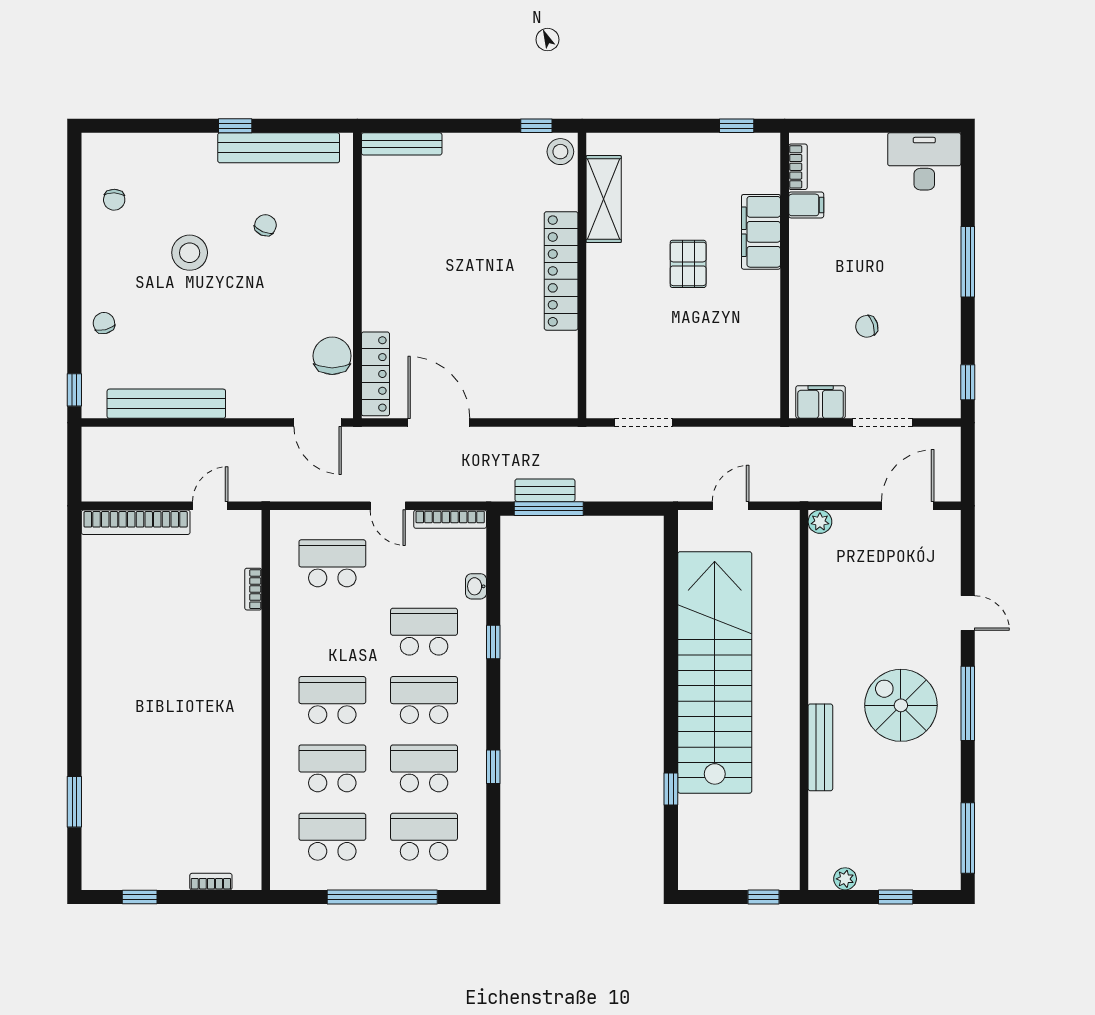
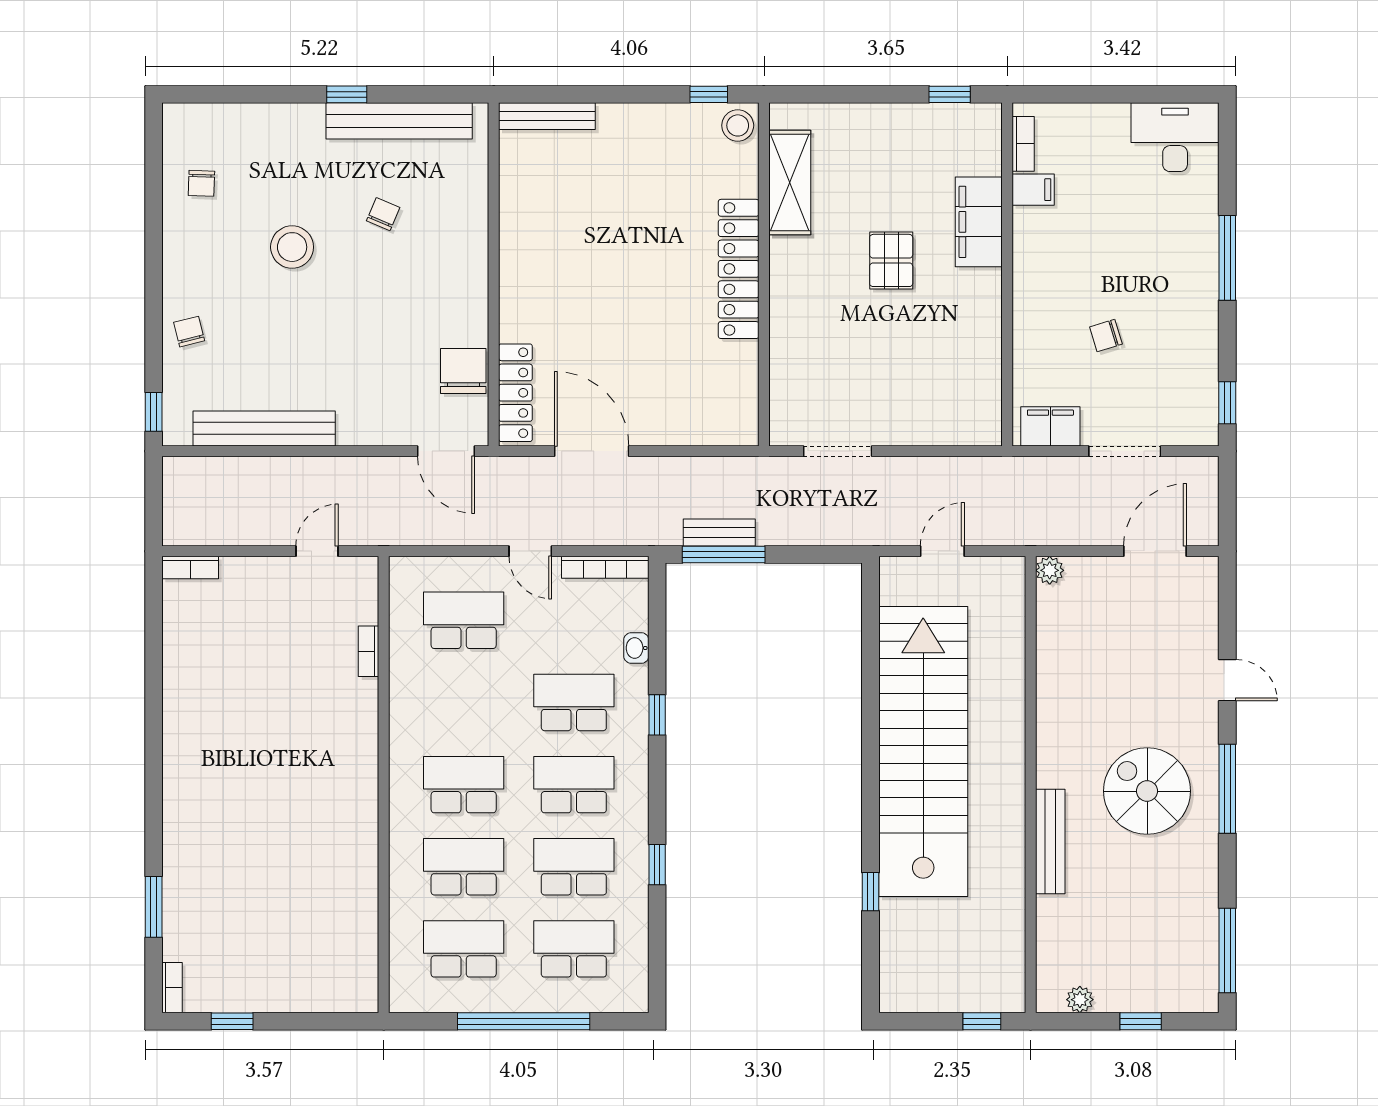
bookcase: (136, 522) -> (190, 567), width x0.43, depth x0.76
bookcase: (211, 882) -> (172, 988), moved, turned 90

